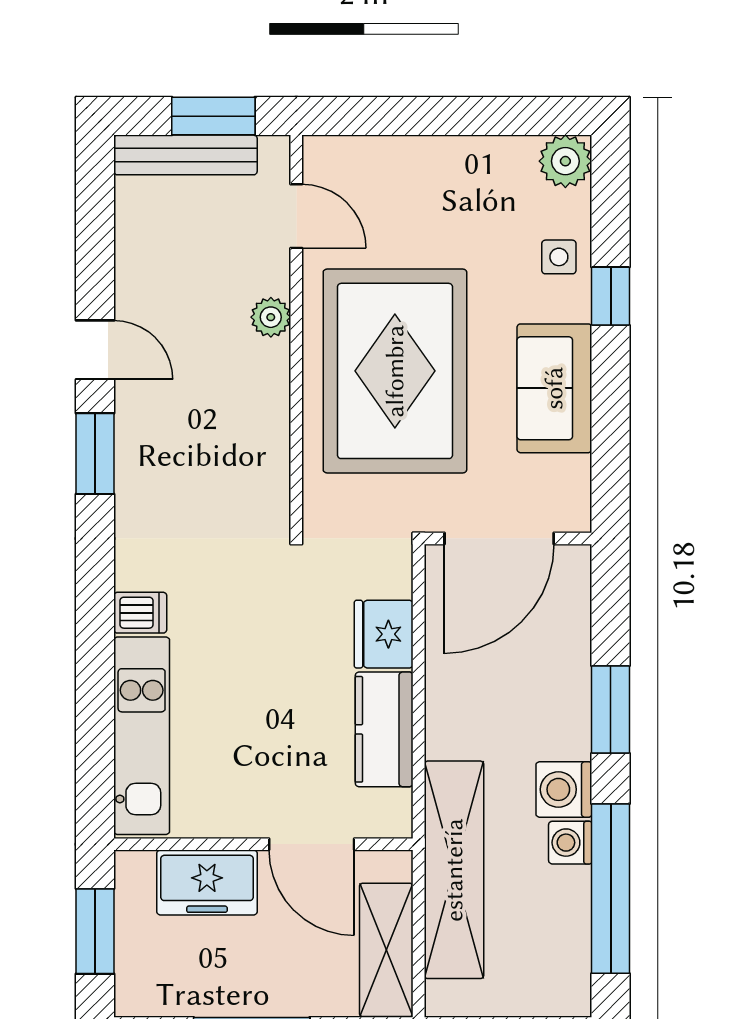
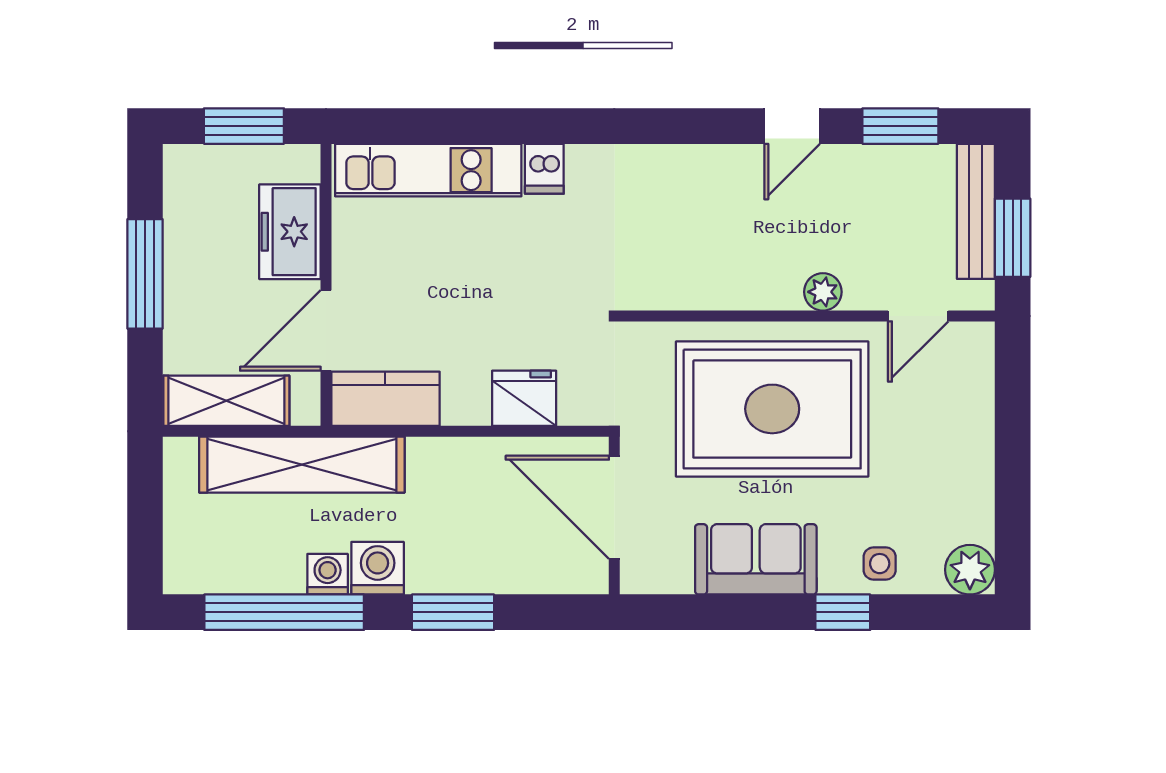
window: (95, 454) -> (900, 126), moved
kitchen counter: (384, 729) -> (385, 399), moved

